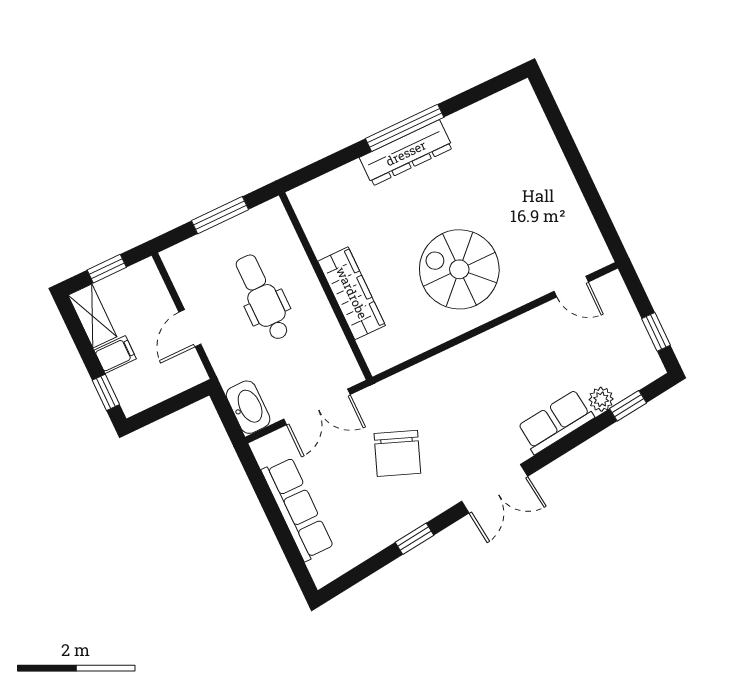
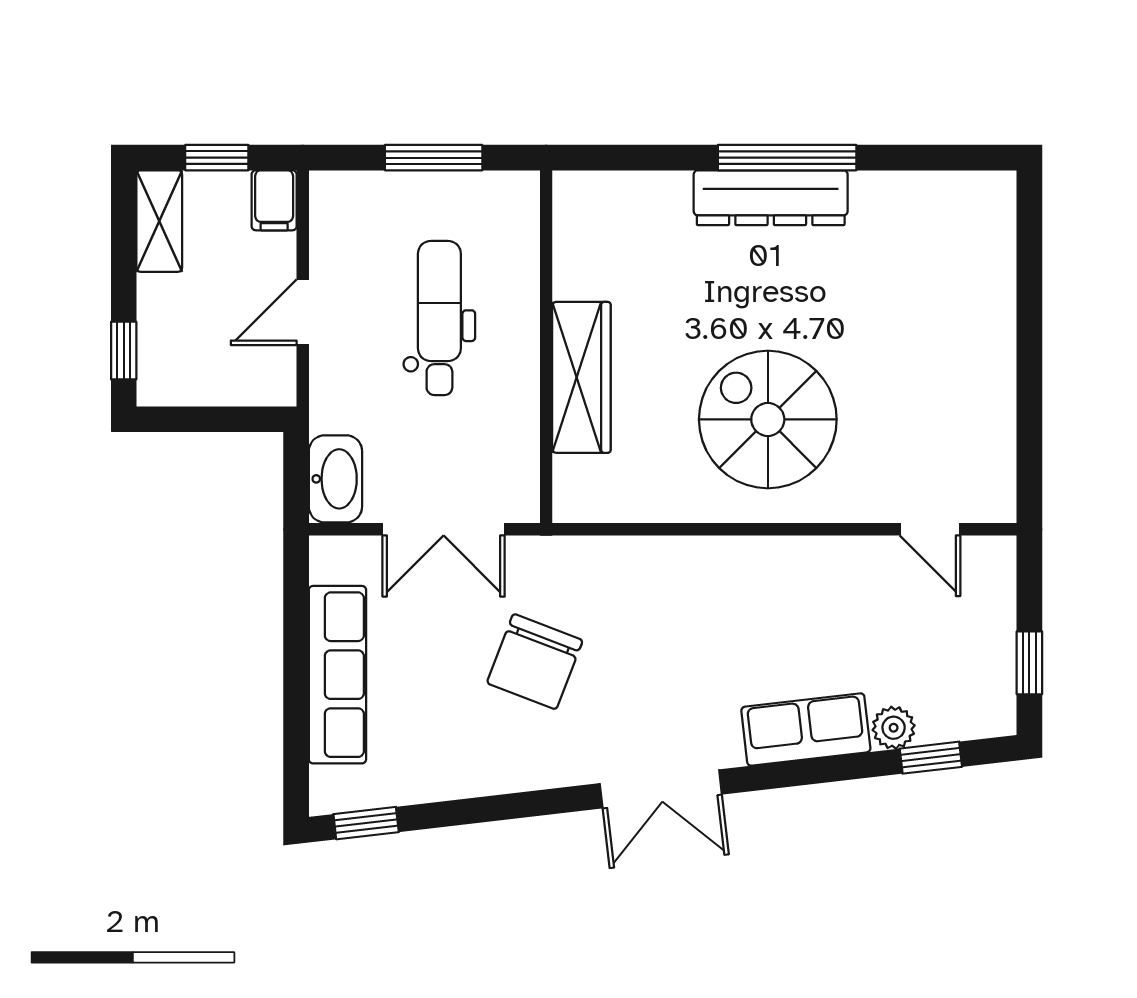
filing cabinet: (115, 355) -> (274, 200), moved, turned 90
window: (414, 539) -> (366, 823), moved

